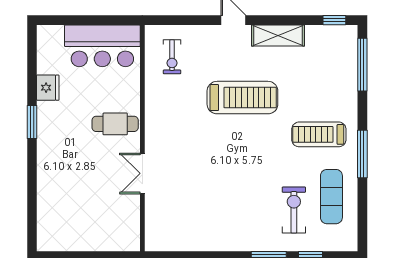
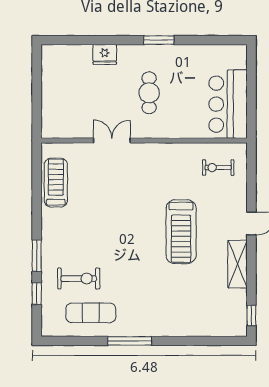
window: (362, 65) -> (211, 341), removed
fridge: (48, 88) -> (105, 54), moved
cafe table: (115, 124) -> (149, 93), moved
treadmill: (319, 134) -> (56, 183), moved

